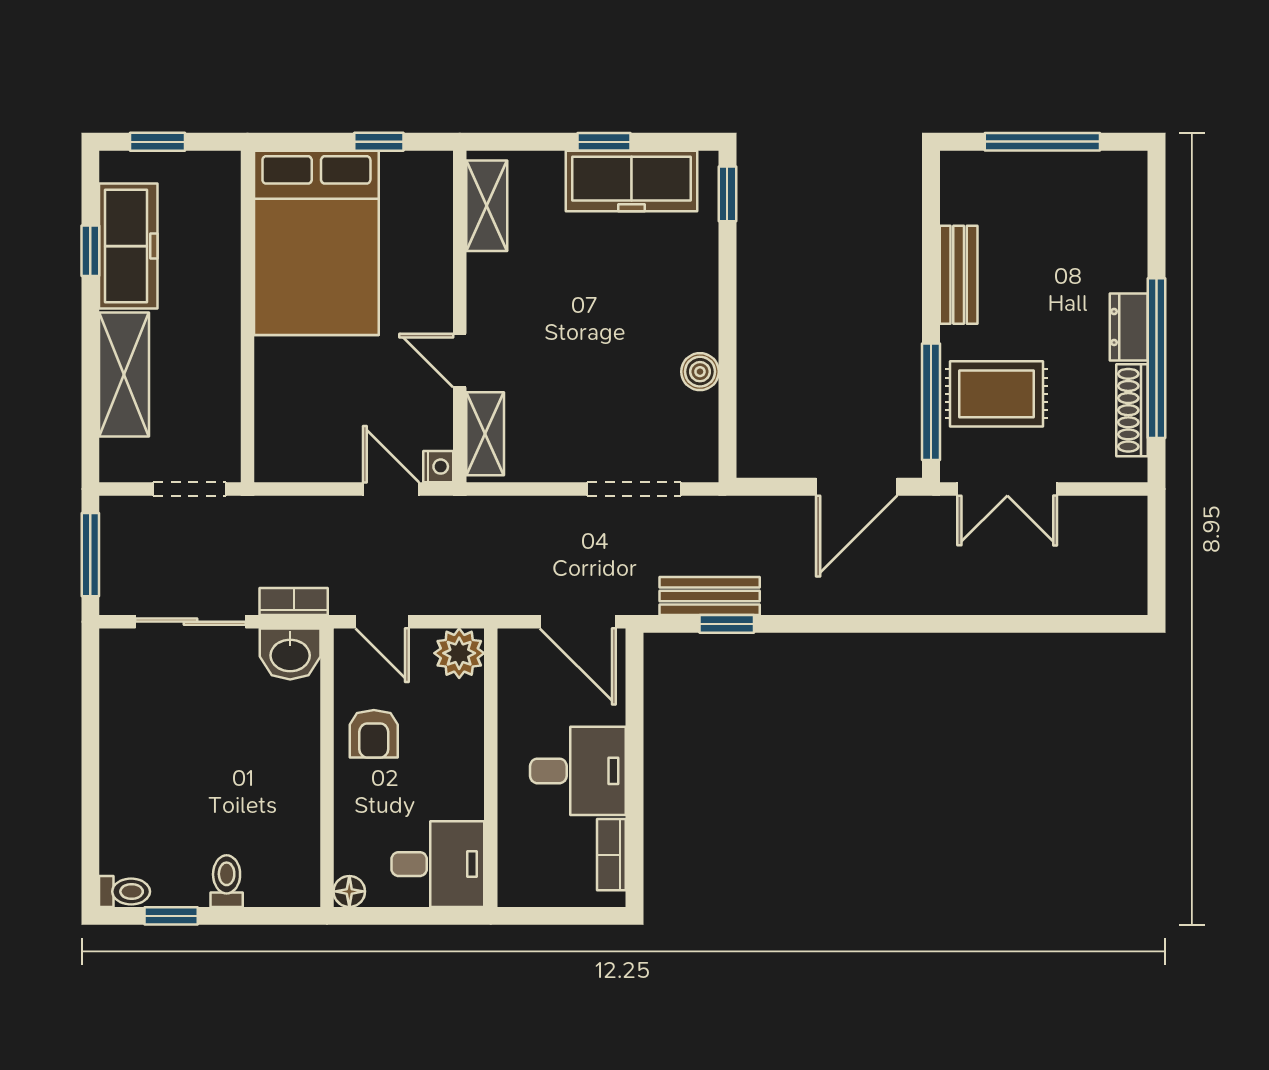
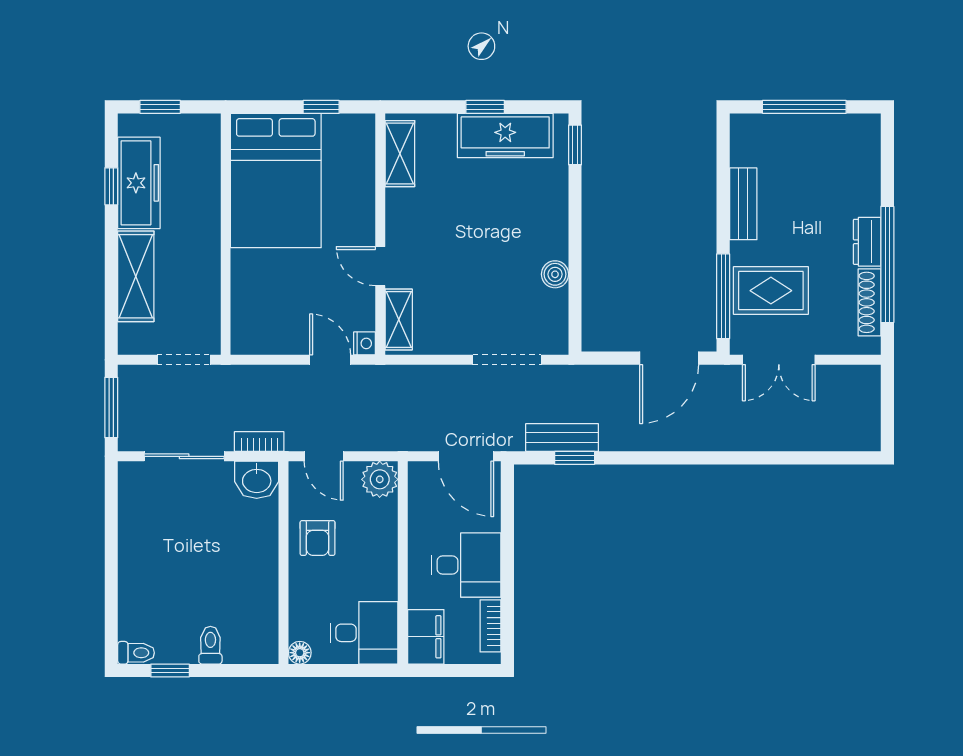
filing cabinet: (522, 870) -> (426, 637), added

